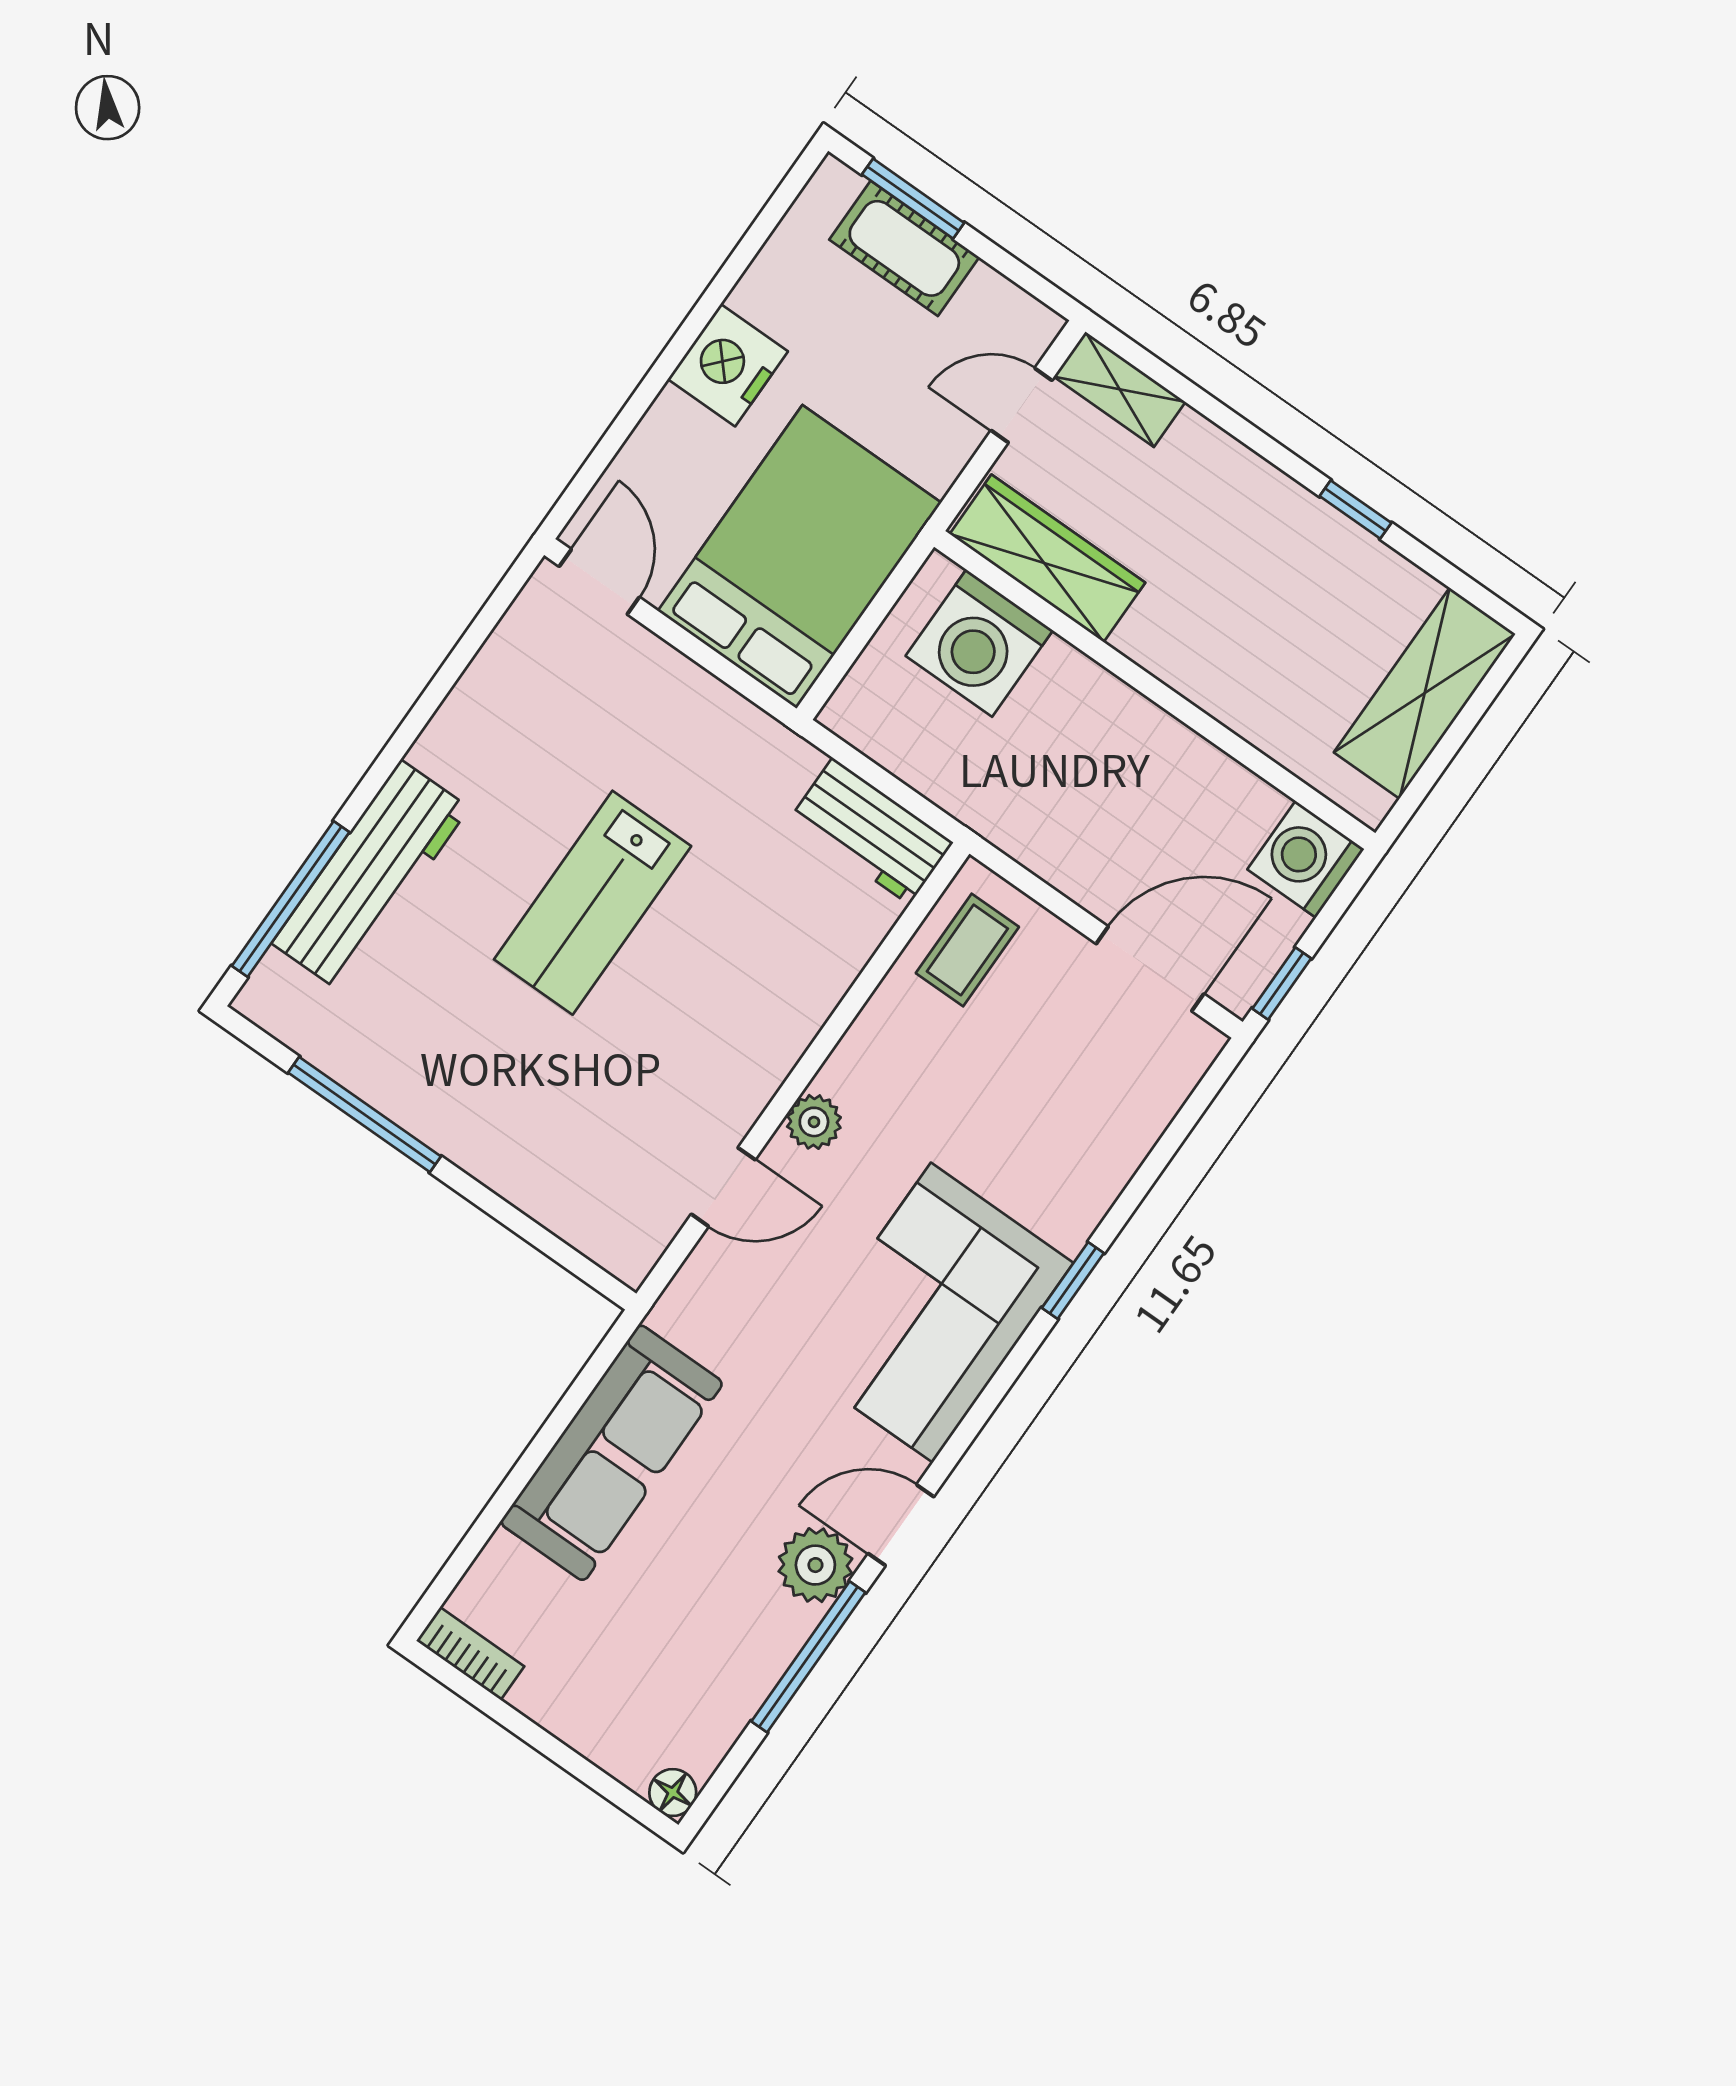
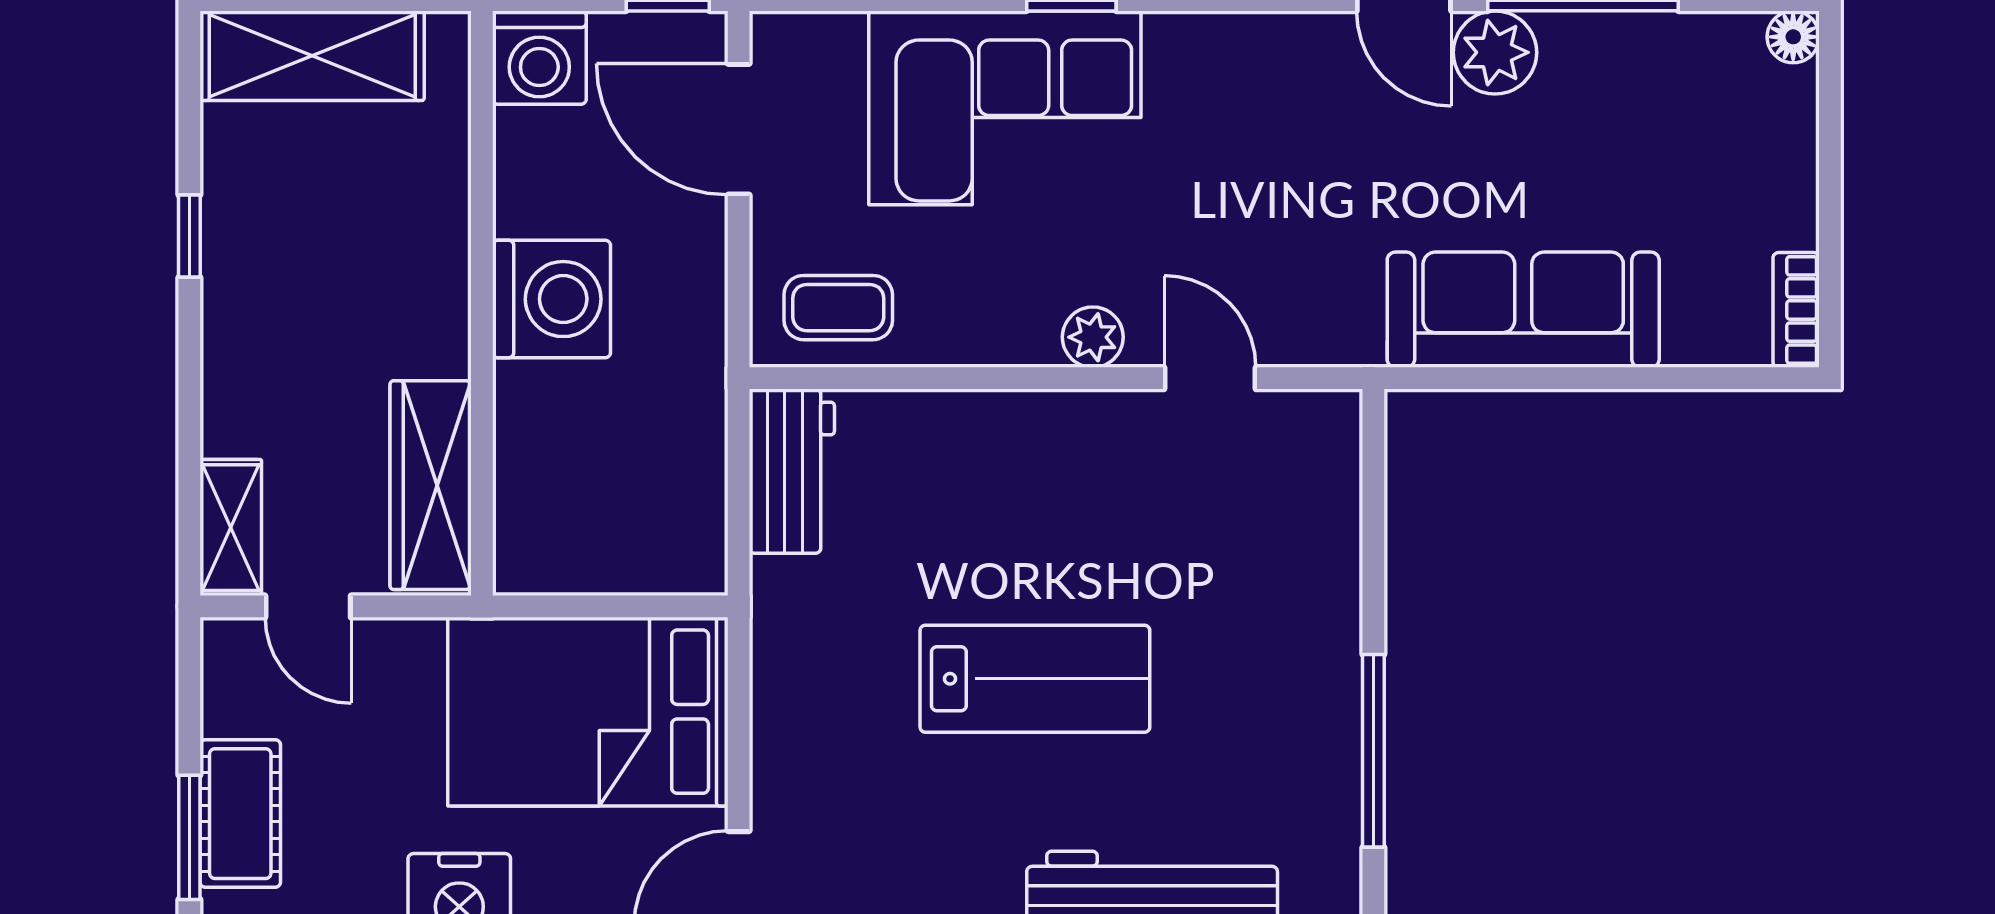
washing machine: (979, 643) -> (551, 299), moved
corner sofa: (932, 1313) -> (1005, 108), moved

